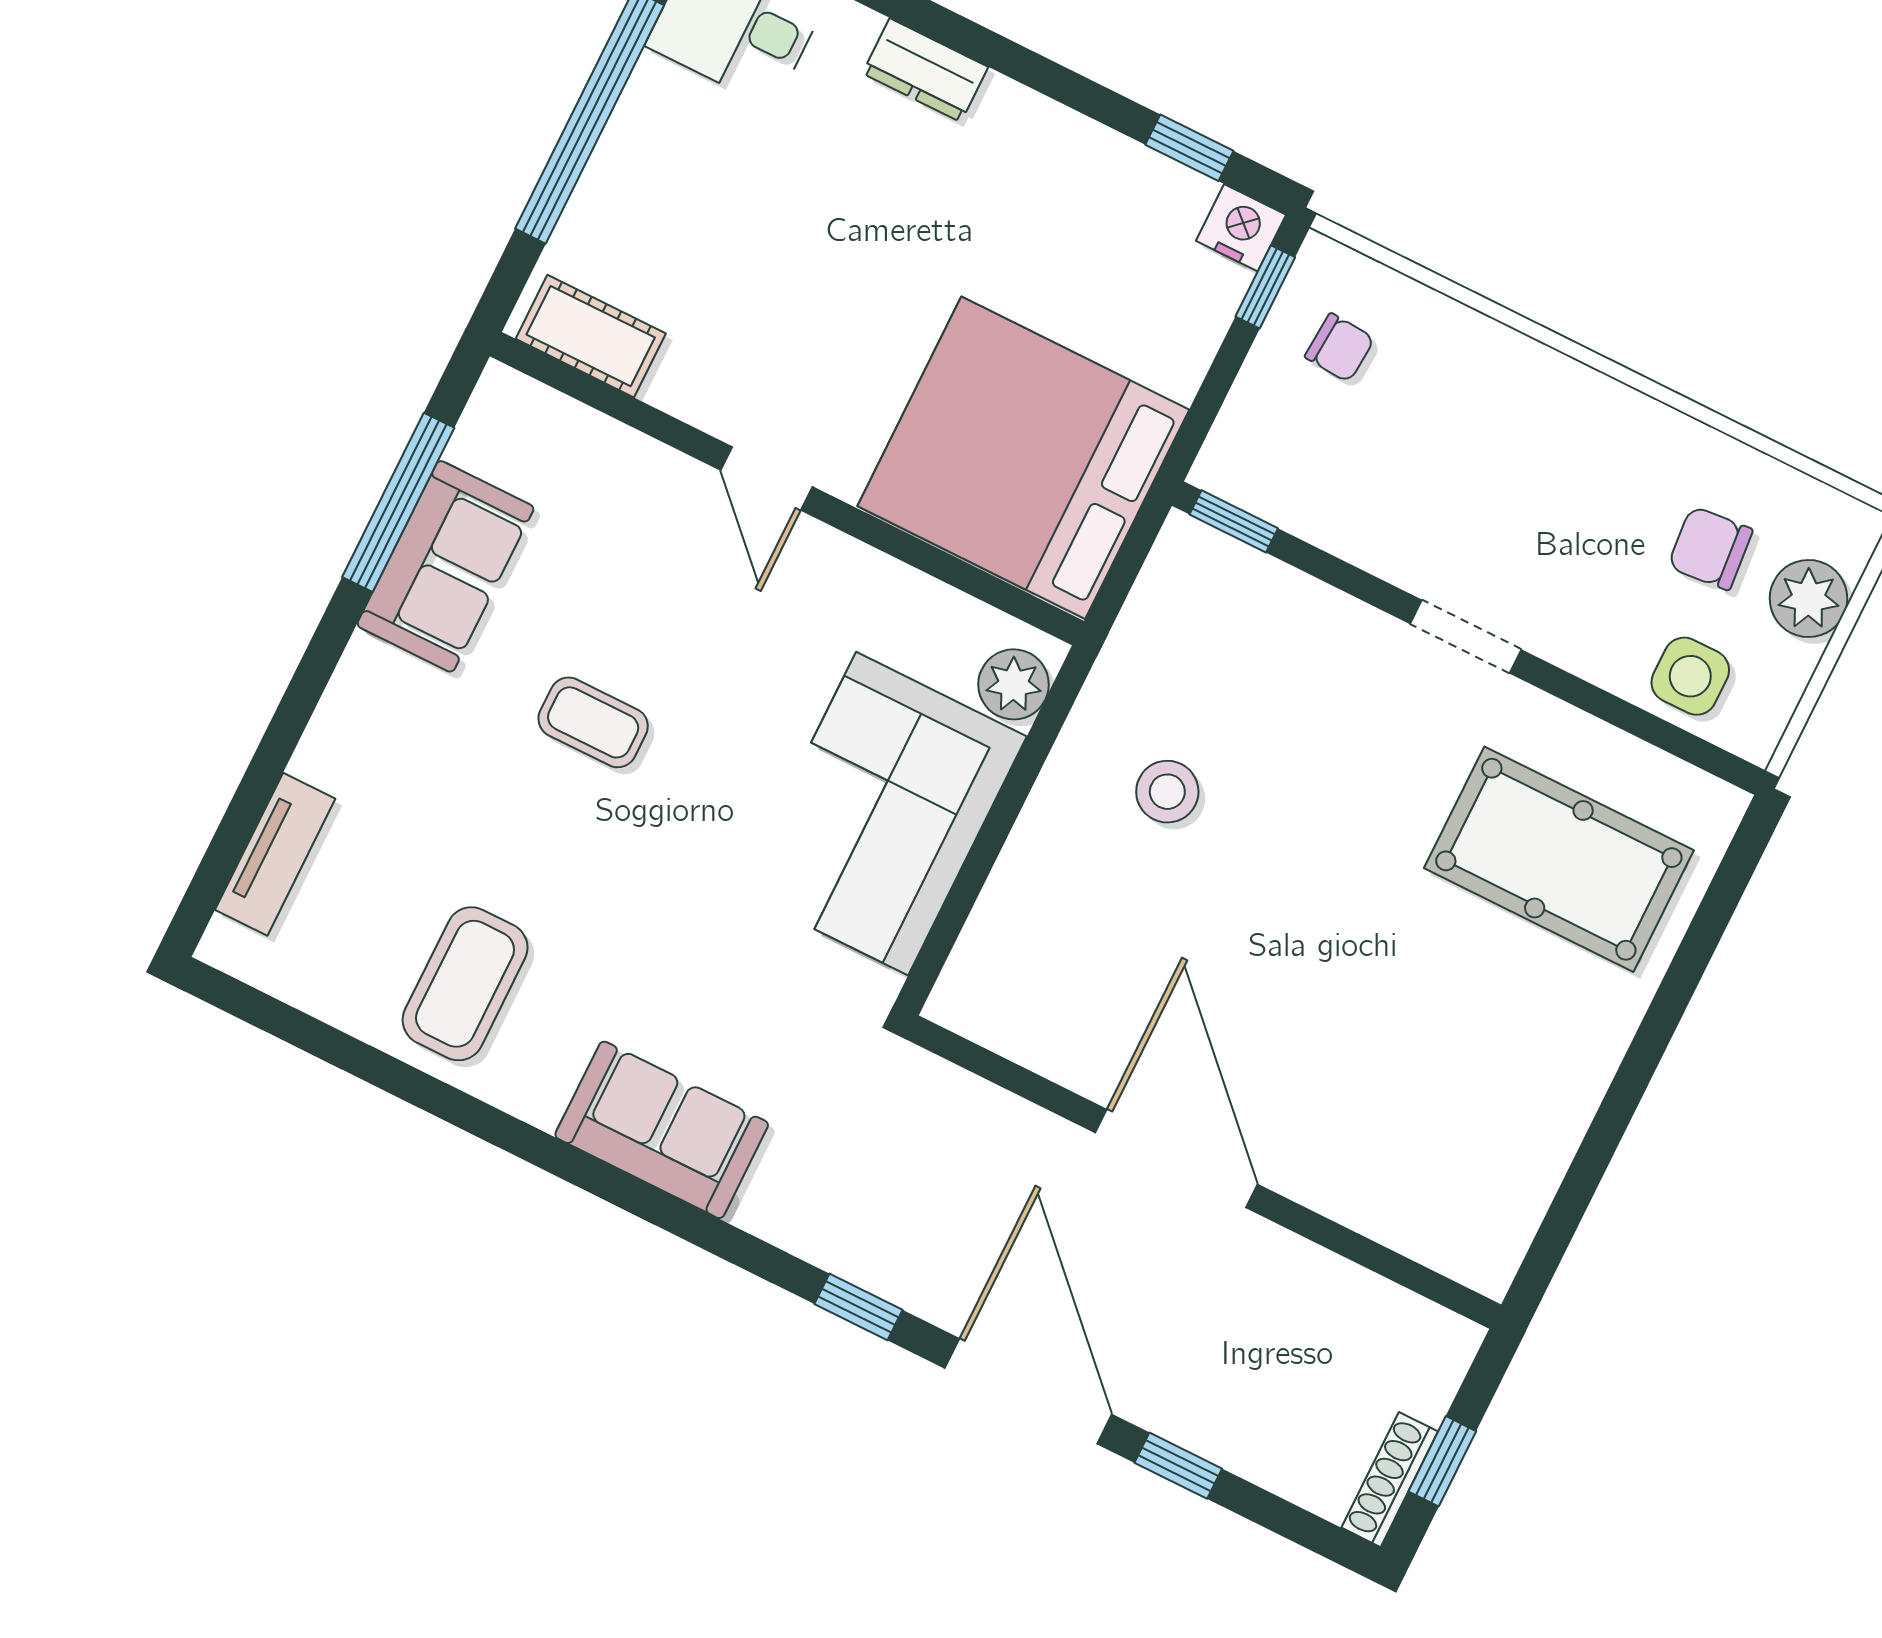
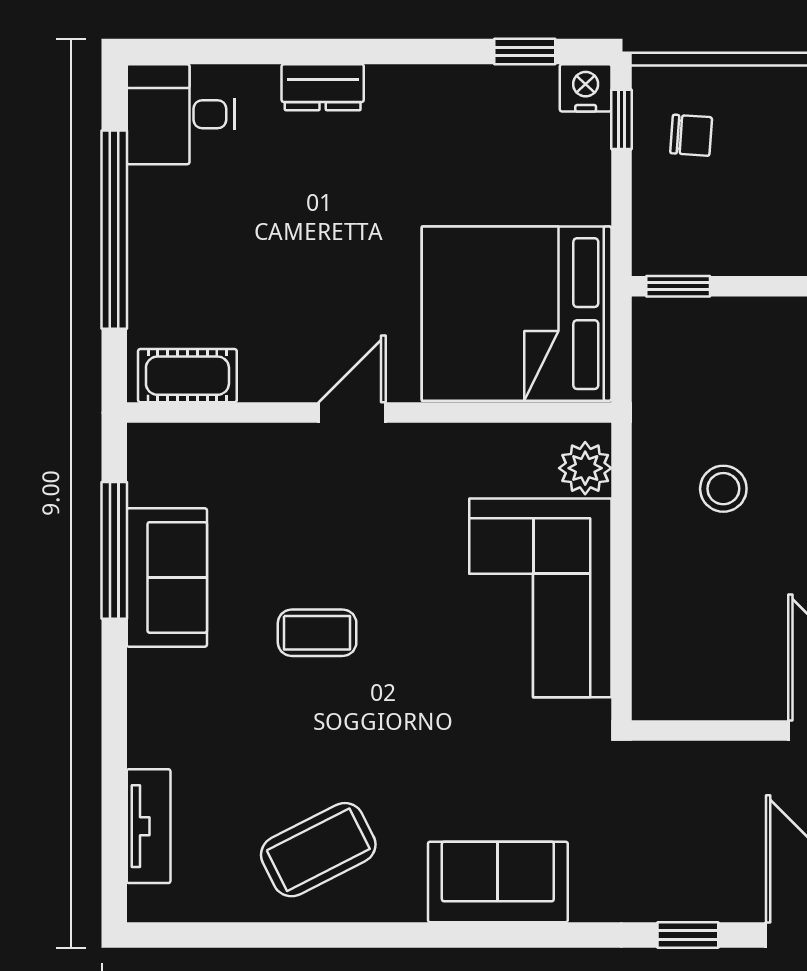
door: (767, 479) -> (352, 413), swing flipped
coffee table: (465, 984) -> (318, 850), turned 63

